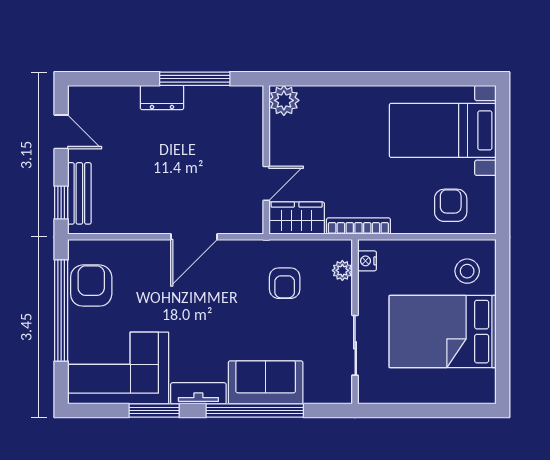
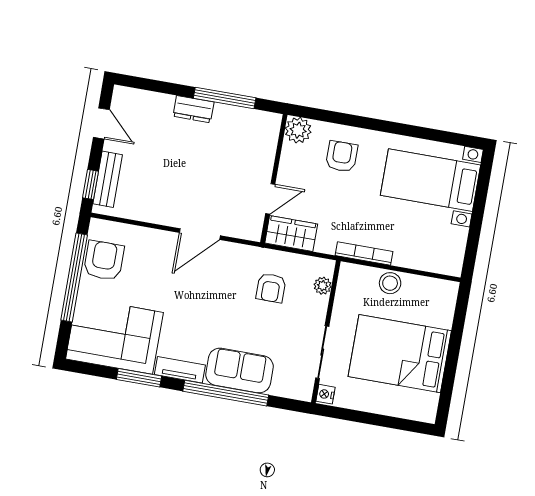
armchair: (451, 205) -> (342, 156), moved
bookcase: (358, 226) -> (364, 253), moved
nightstand: (367, 261) -> (325, 394), moved
stool: (467, 271) -> (390, 283), moved

